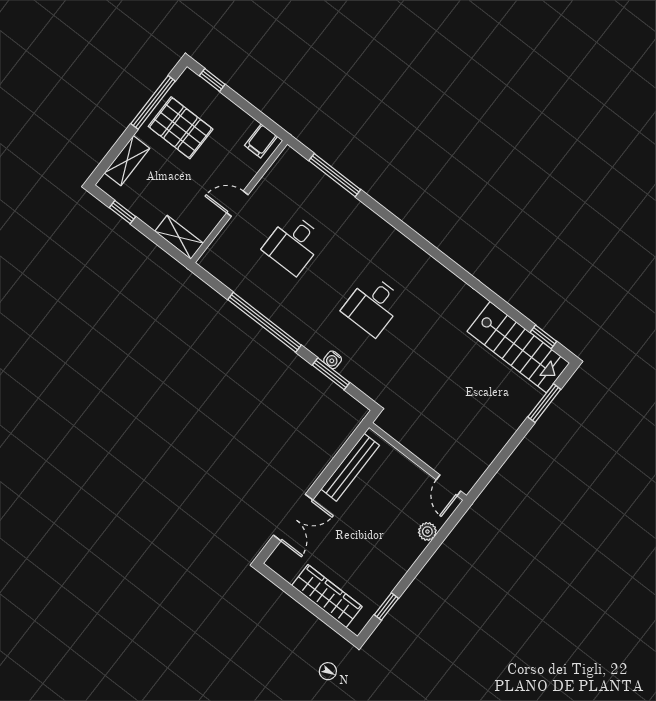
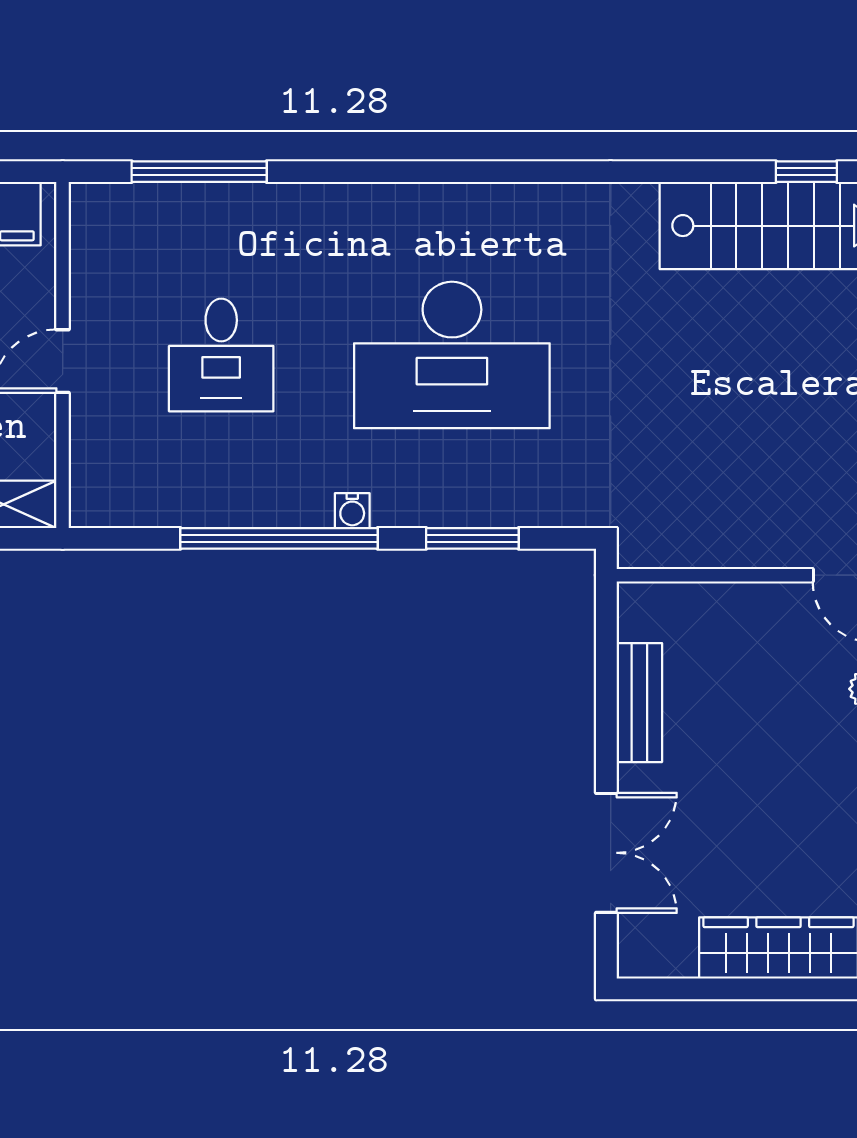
desk: (373, 305) -> (452, 355), width x1.87, depth x1.30
water cooler: (333, 360) -> (352, 511), moved
bench: (350, 467) -> (639, 703), width x0.73

